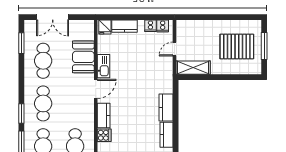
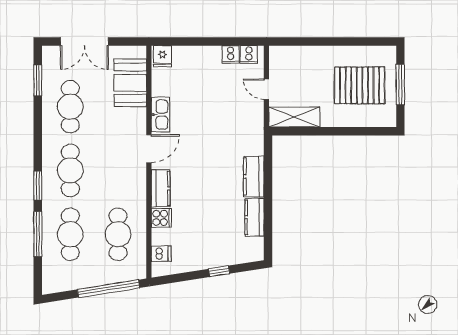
kitchen counter: (124, 26) -> (192, 55), removed
door: (174, 49) -> (266, 89), hinge flipped
booth: (83, 57) -> (130, 83), moved

